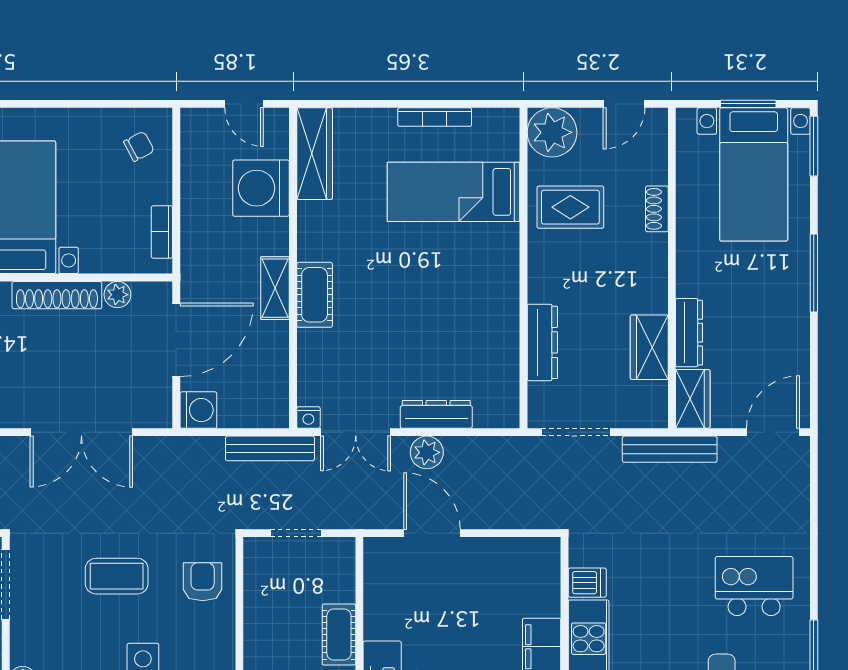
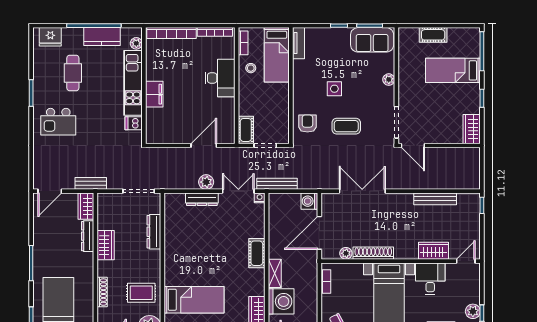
shoe rack: (657, 209) -> (102, 292), width x1.43
shelving: (275, 288) -> (275, 273), moved
wardrobe: (649, 347) -> (106, 245), moved
bench: (670, 449) -> (91, 183), width x0.73
door: (432, 533) -> (204, 146), swing flipped
armchair: (203, 582) -> (307, 124), turned 180
cot: (339, 635) -> (246, 130), moved

